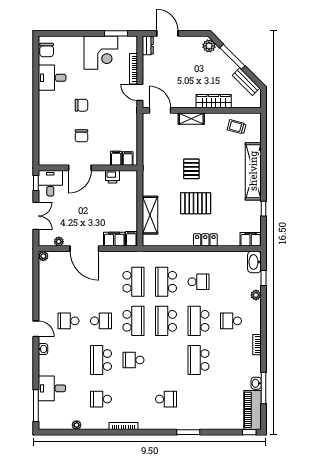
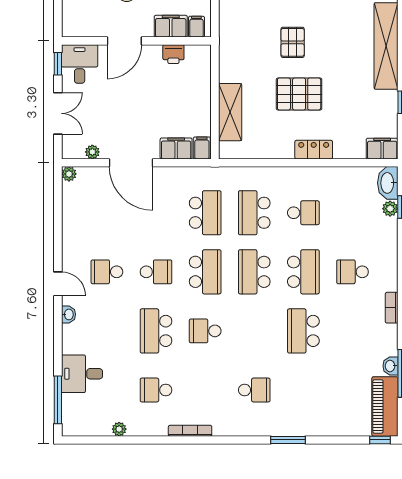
filing cabinet: (116, 158) -> (171, 26), width x2.00
plant: (256, 295) -> (390, 209), moved
school desk: (198, 321) -> (303, 272), turned 180

